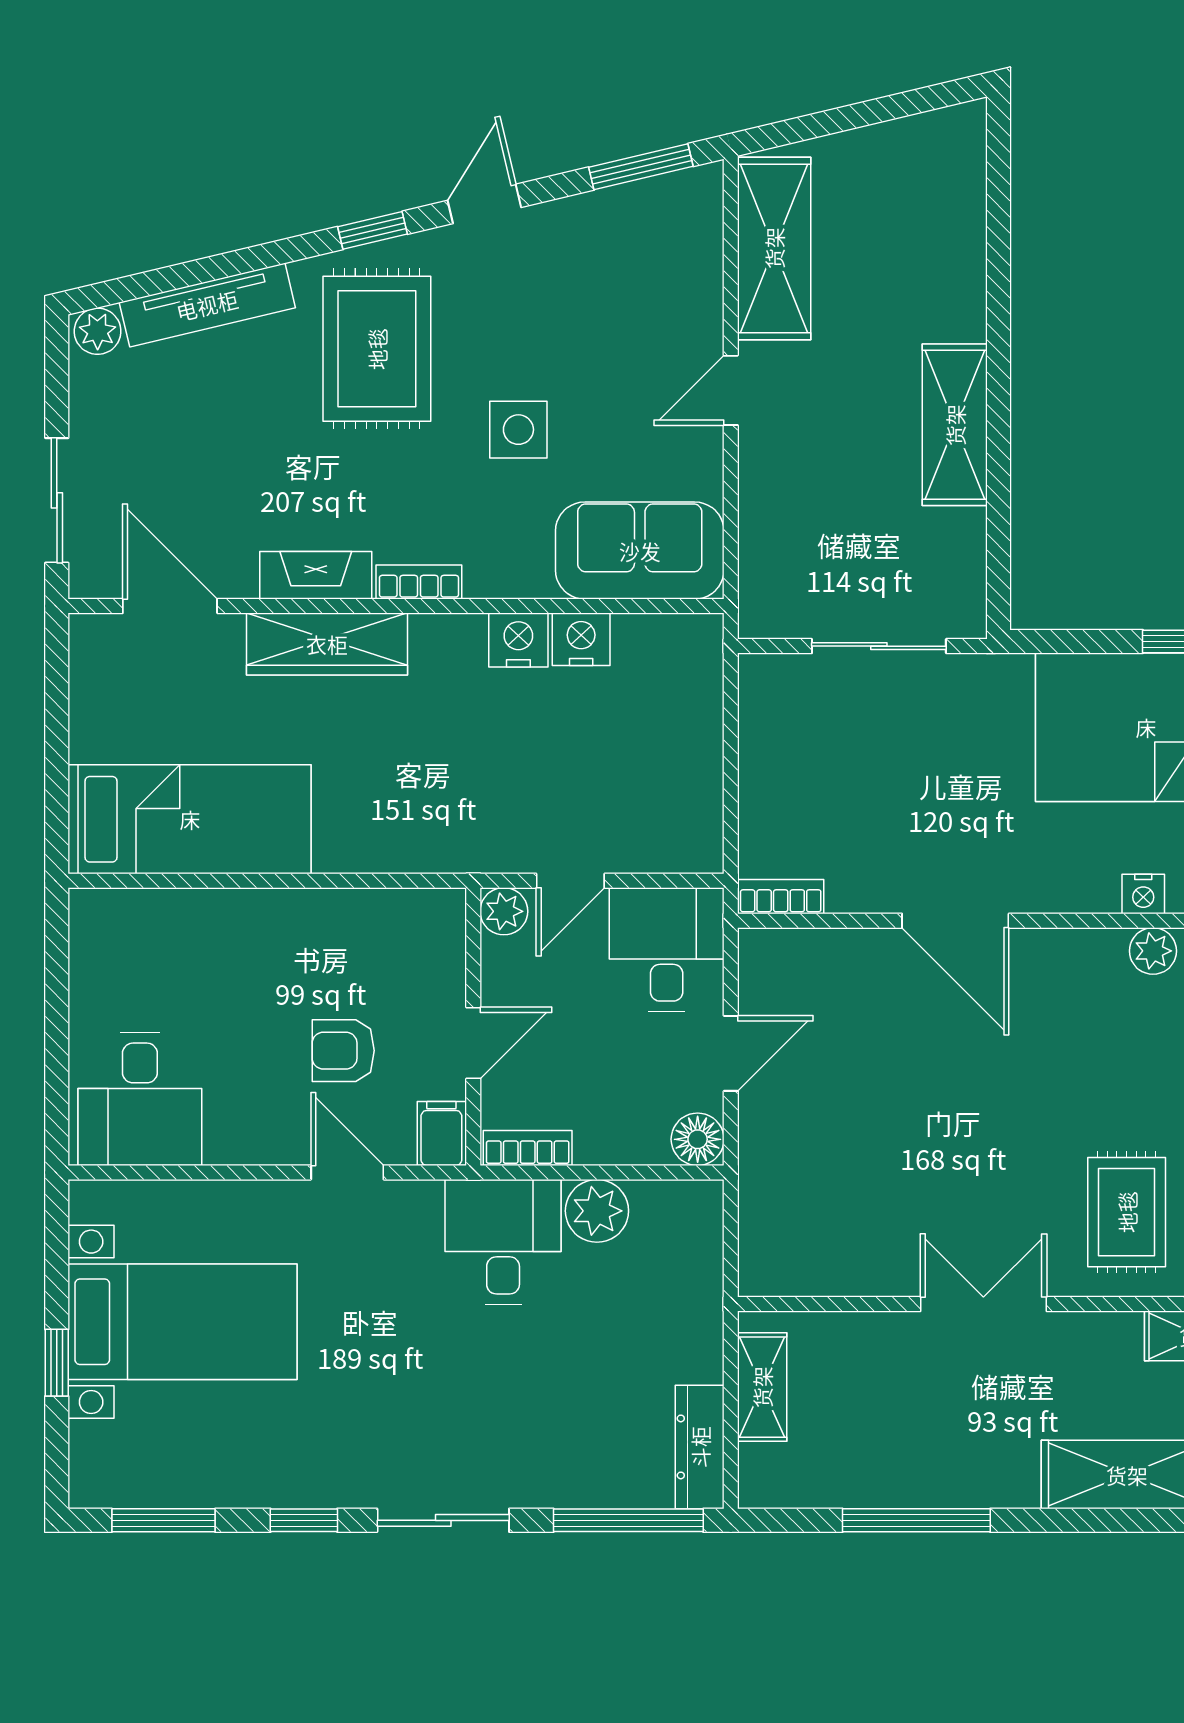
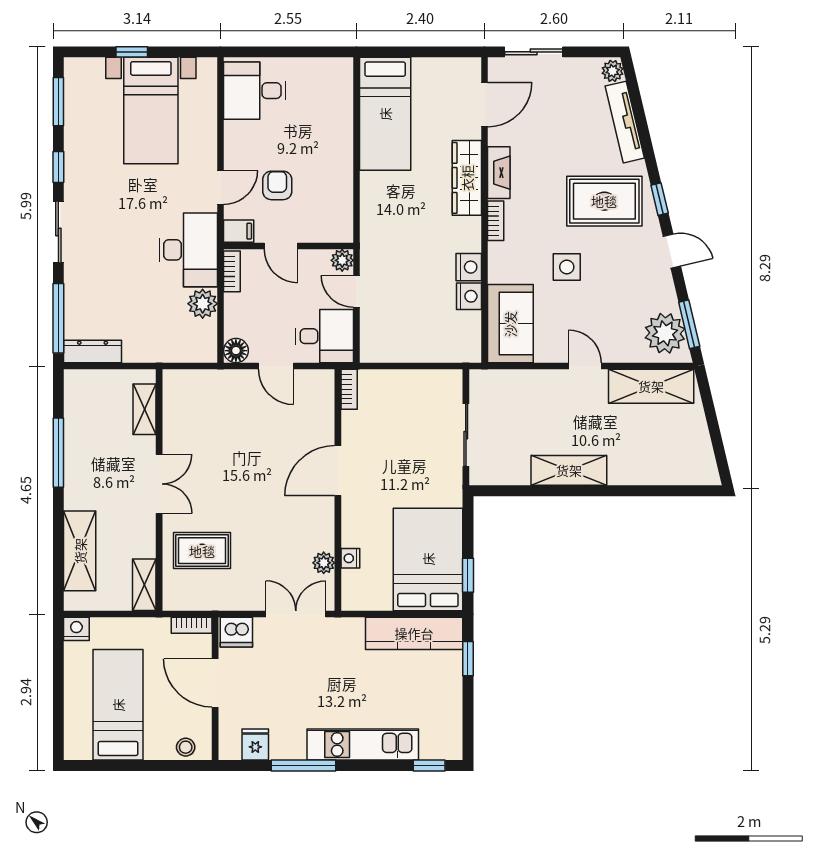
plant: (660, 219) -> (665, 333), added
desk: (503, 1242) -> (188, 250), width x1.37
shelving: (762, 1387) -> (145, 409), moved, turned 90

